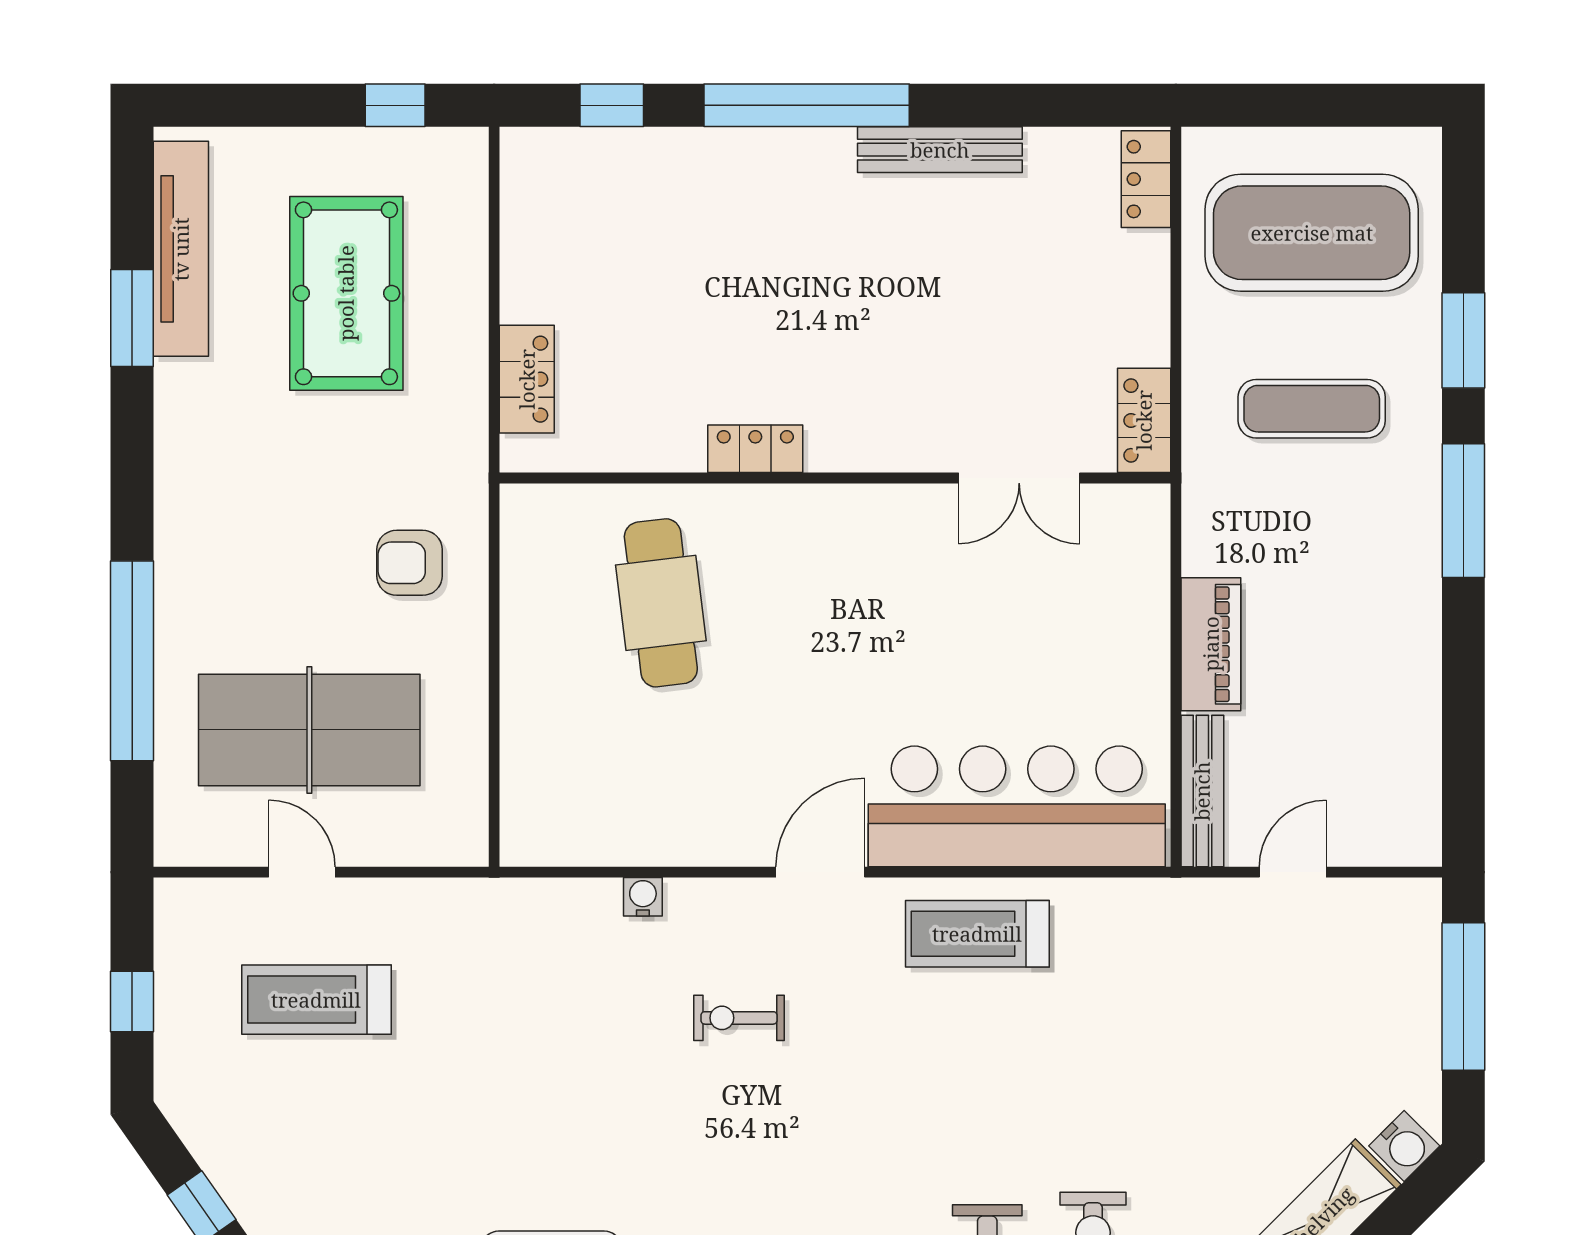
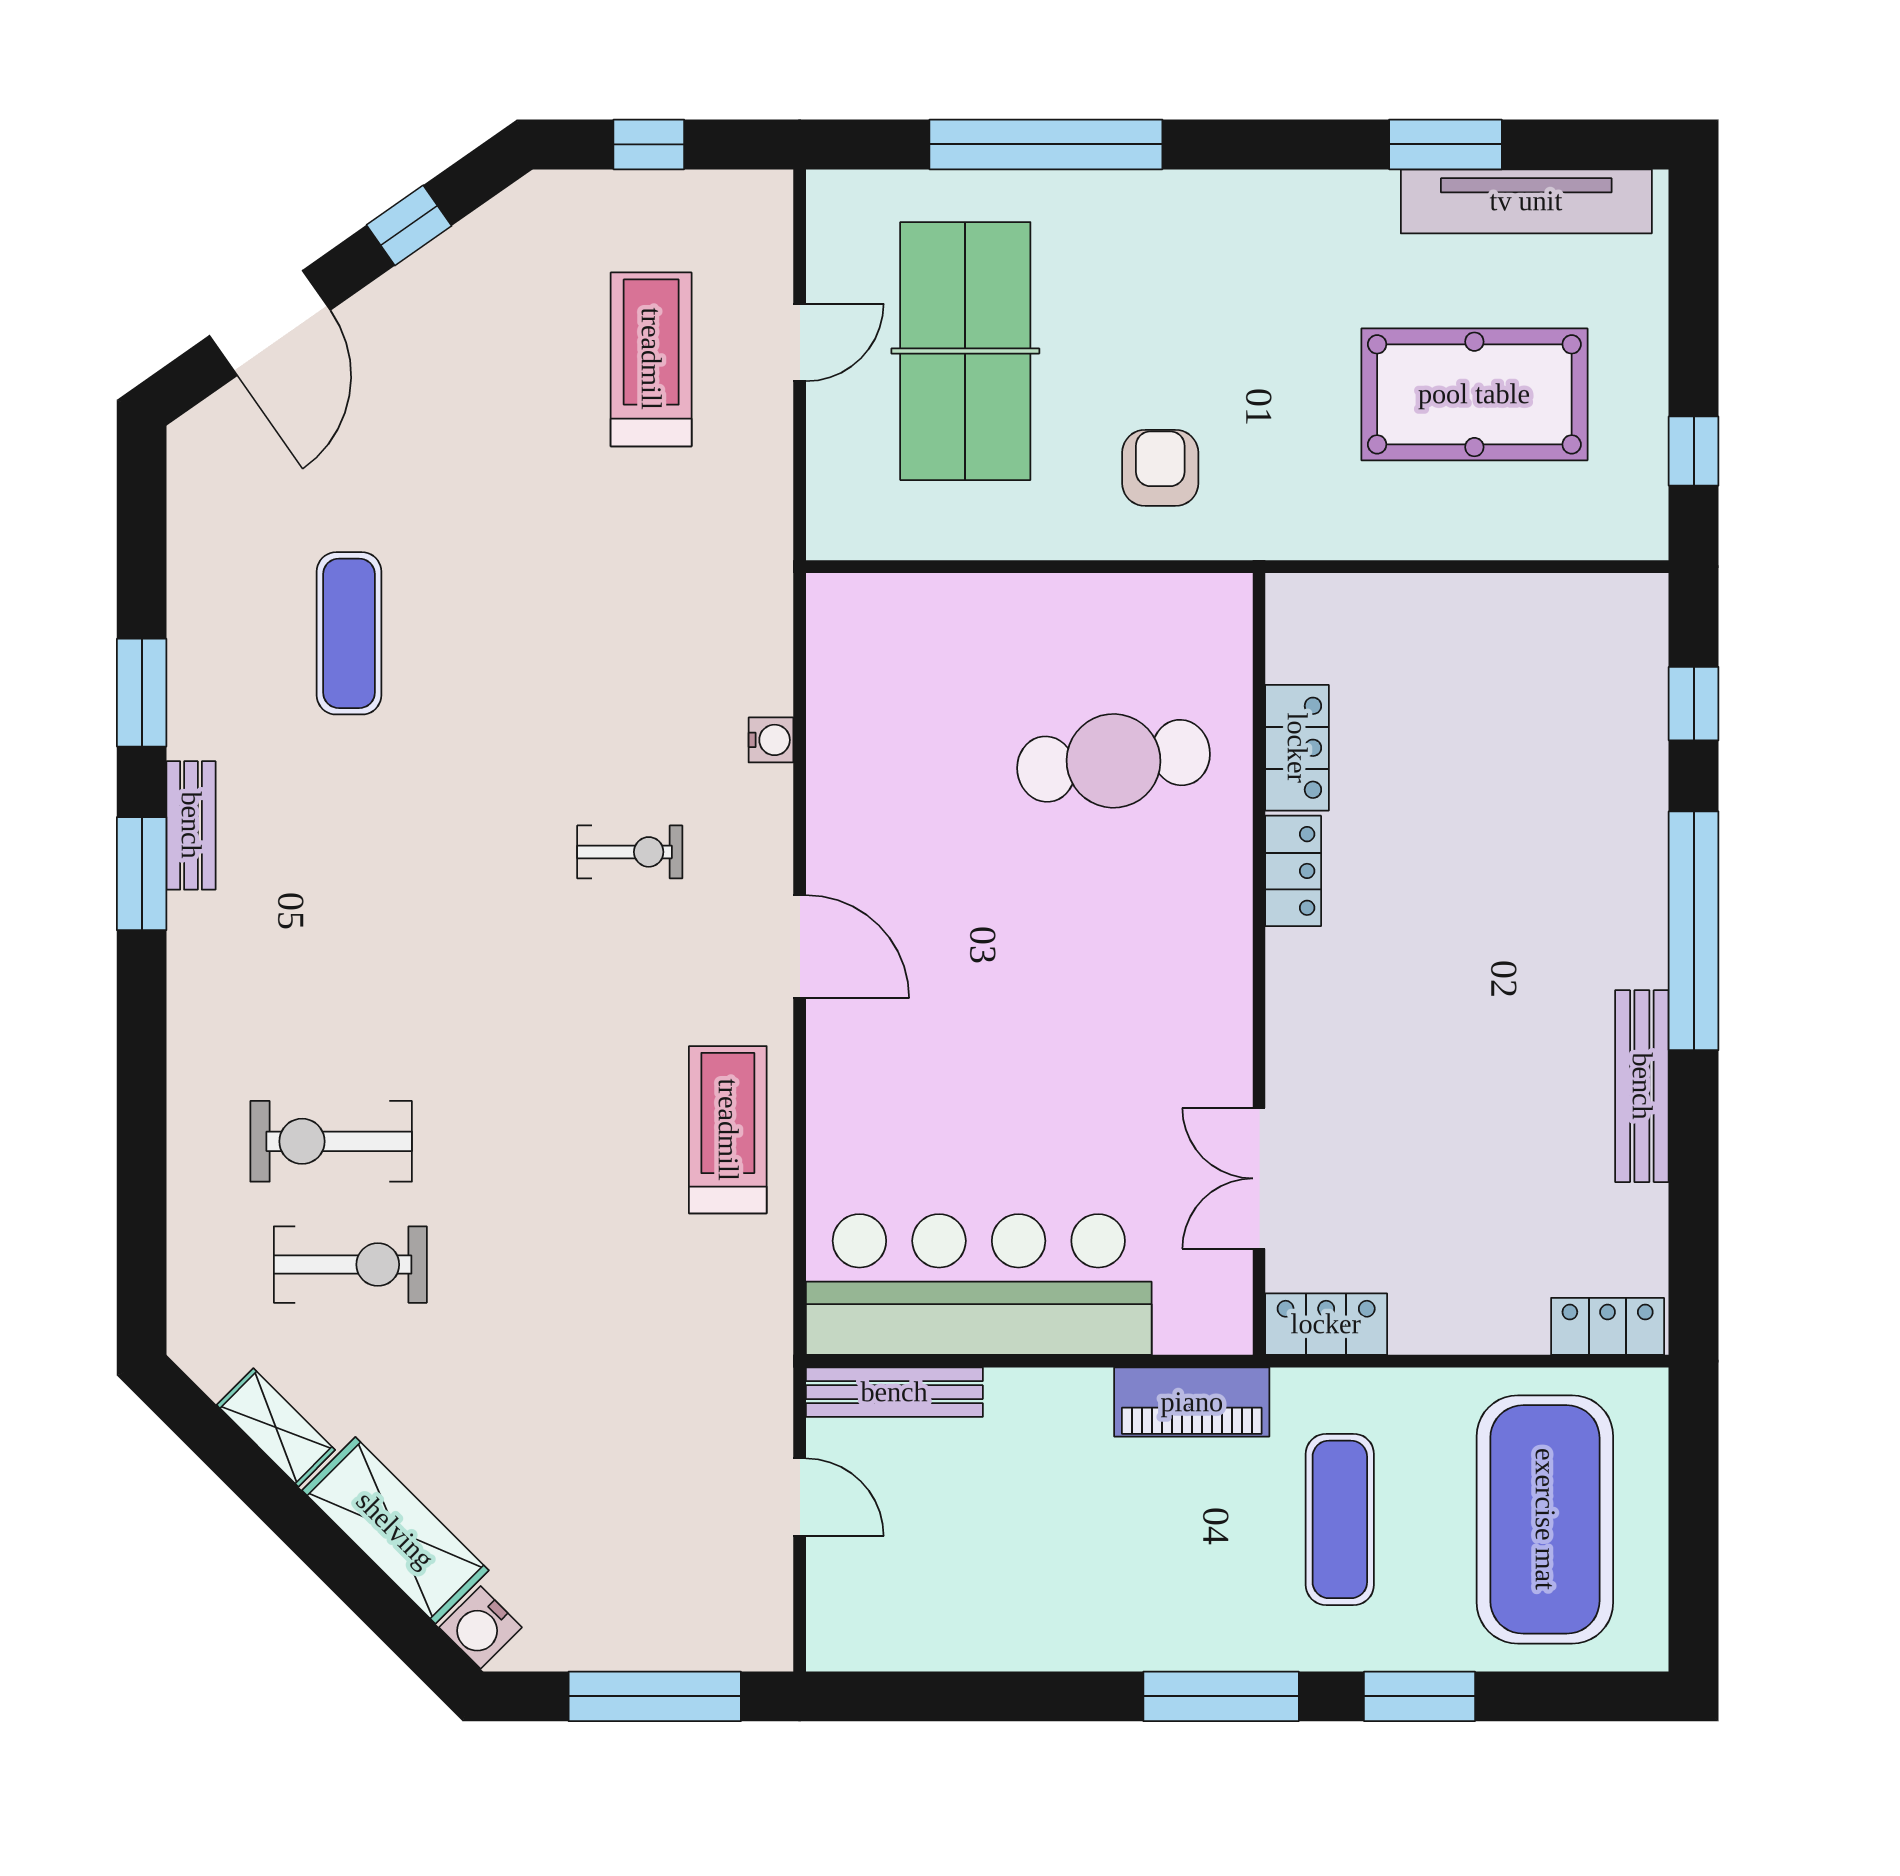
locker: (527, 379) -> (1297, 748), moved, turned -90
piano: (1211, 644) -> (1192, 1402), moved
bar counter: (1017, 806) -> (979, 1284), moved, turned -90
exercise bike: (739, 1018) -> (630, 852), turned 90

